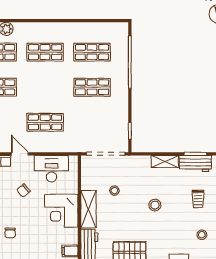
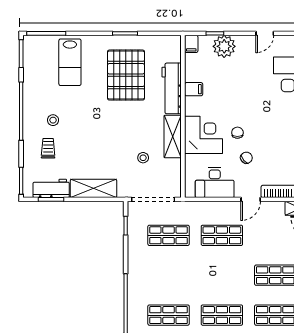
shop shelf: (92, 87) -> (169, 235), moved
door: (20, 154) -> (251, 199), hinge flipped
shelving: (165, 161) -> (94, 188), width x1.50, depth x1.33
stool: (155, 205) -> (97, 141), removed
chair: (10, 233) -> (237, 133), moved
stool: (202, 235) -> (53, 120), moved

